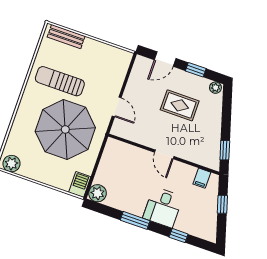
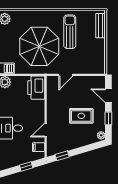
rug: (180, 105) -> (81, 116), turned 90
printer: (120, 153) -> (36, 88), added
door: (164, 154) -> (46, 130), moved

